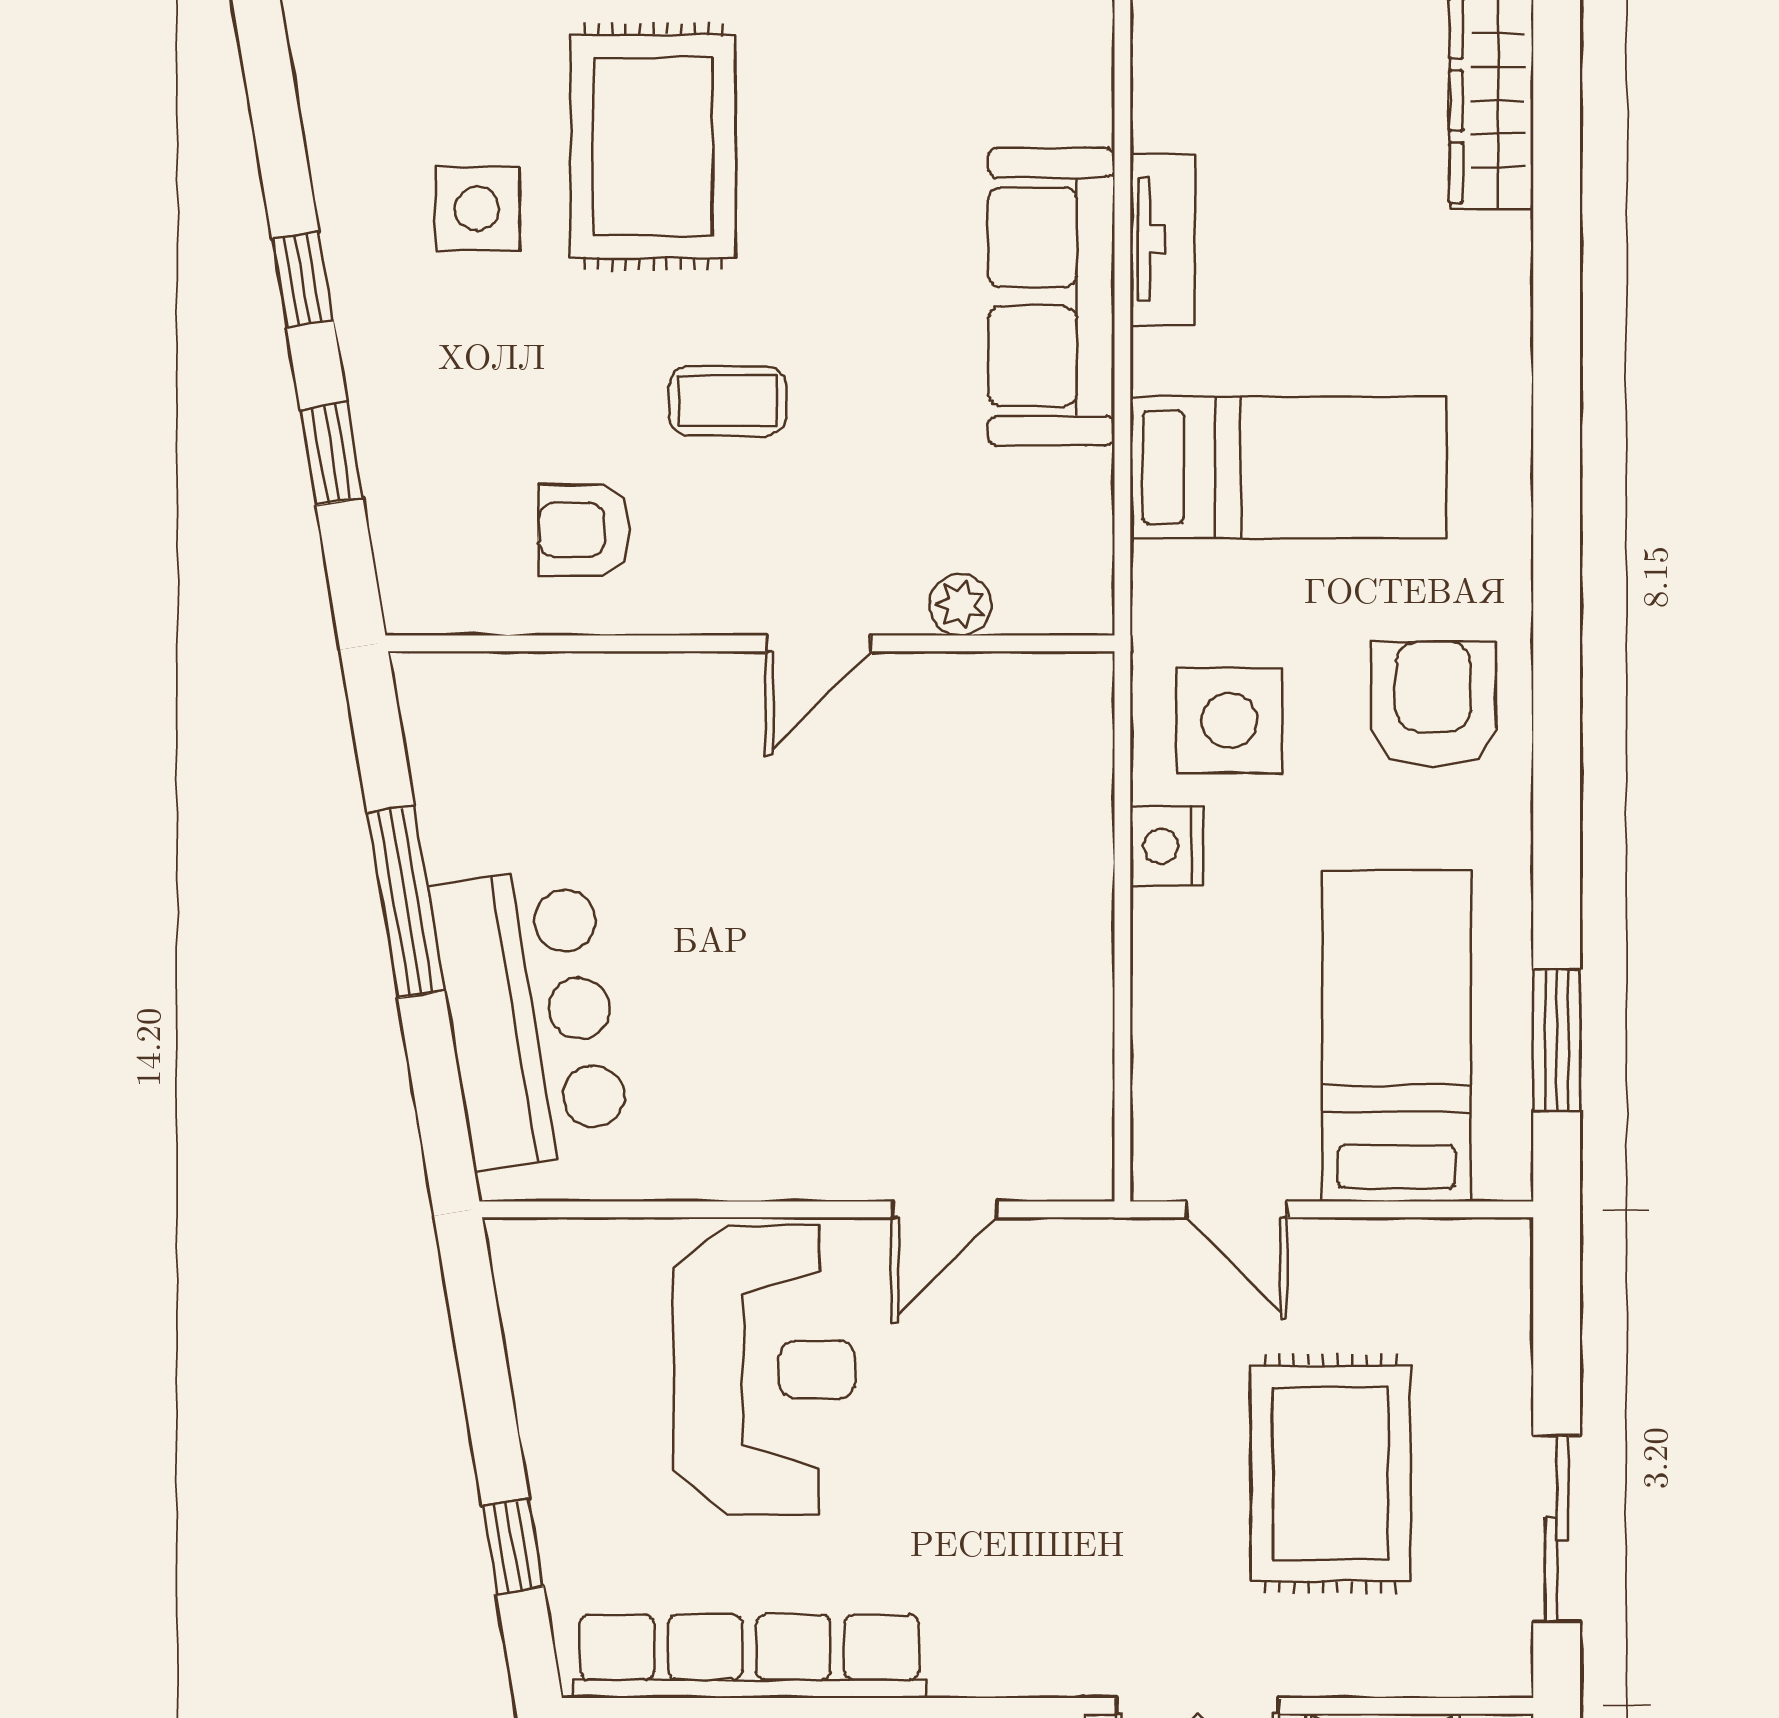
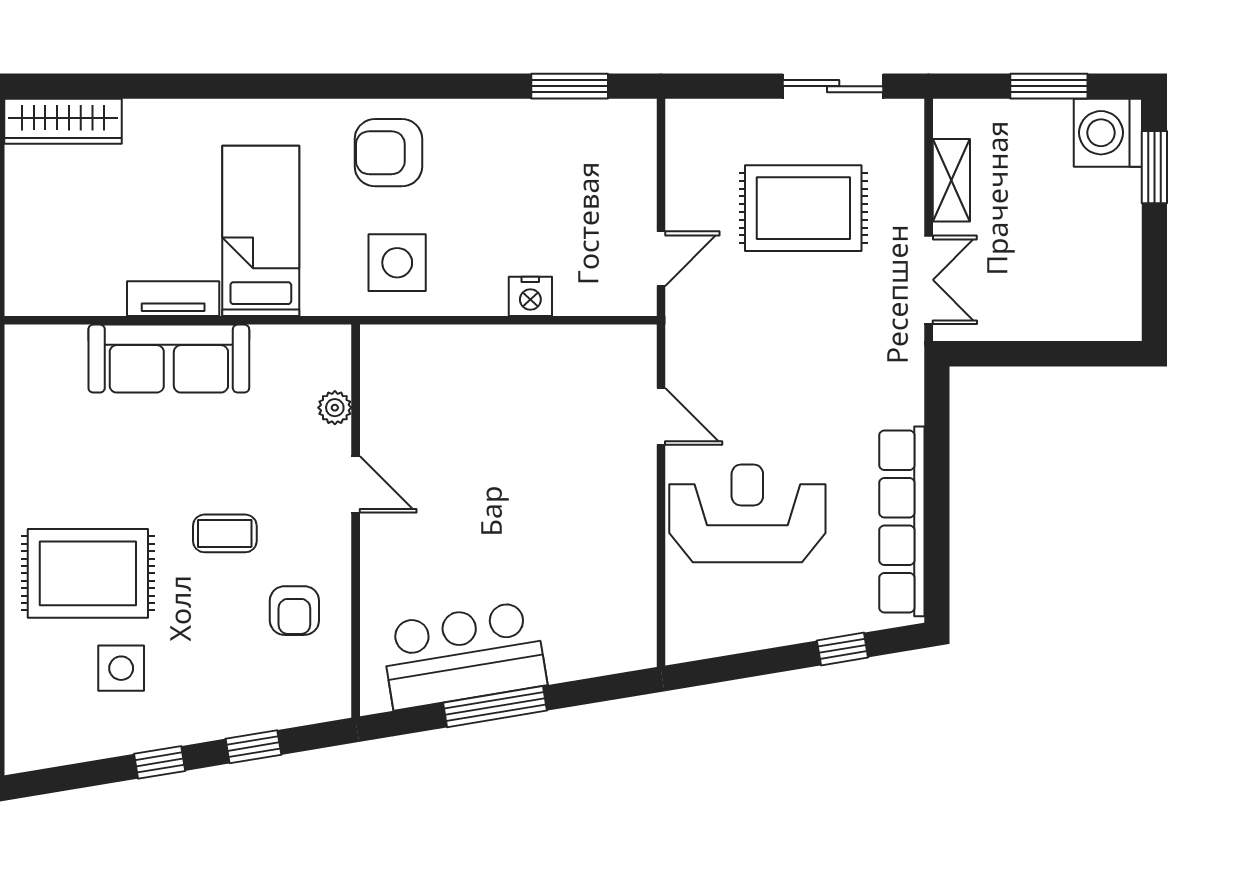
tv unit: (1163, 239) -> (173, 299), moved
coffee table: (727, 401) -> (225, 533), turned 90
nightstand: (1167, 846) -> (530, 296), moved
bar counter: (530, 1016) -> (464, 655), moved
bed: (1397, 1036) -> (567, 172), removed

